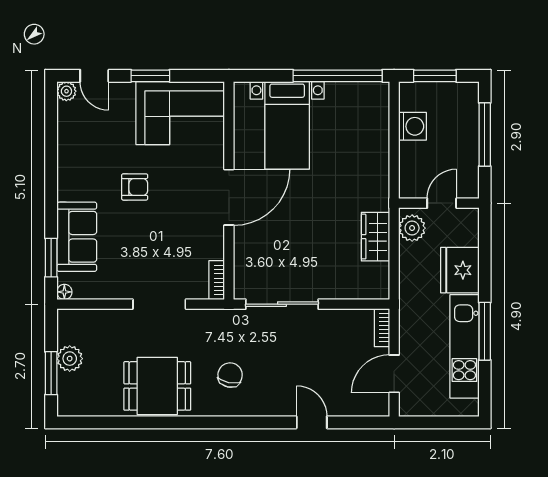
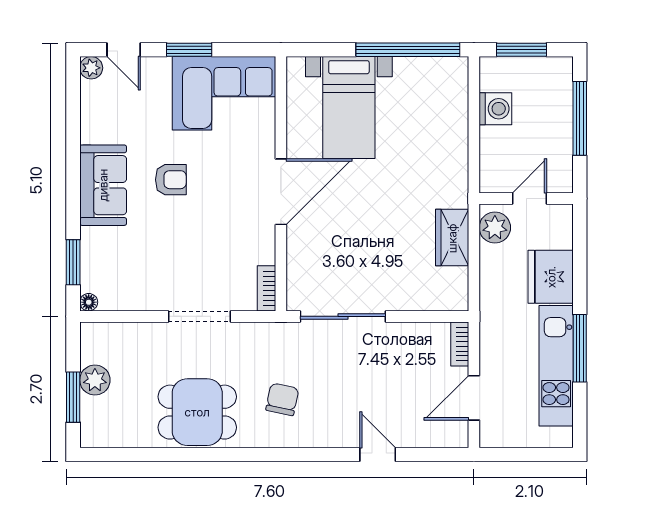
sofa: (77, 237) -> (103, 185), moved

